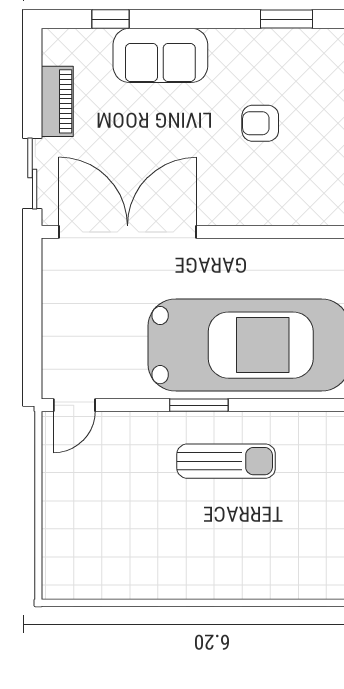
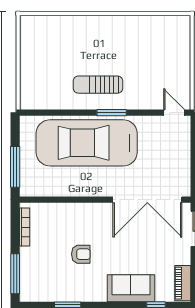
piano: (57, 101) -> (183, 283), moved
door: (74, 405) -> (174, 113), hinge flipped

